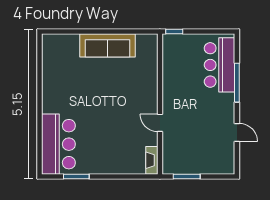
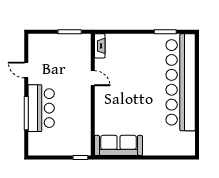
sofa: (107, 45) -> (119, 145), moved
bar counter: (220, 65) -> (41, 108), moved
bar counter: (58, 144) -> (181, 82), width x1.86

